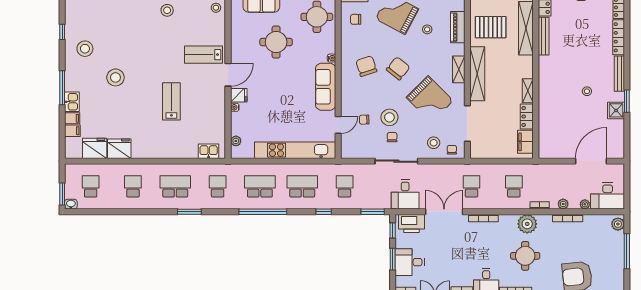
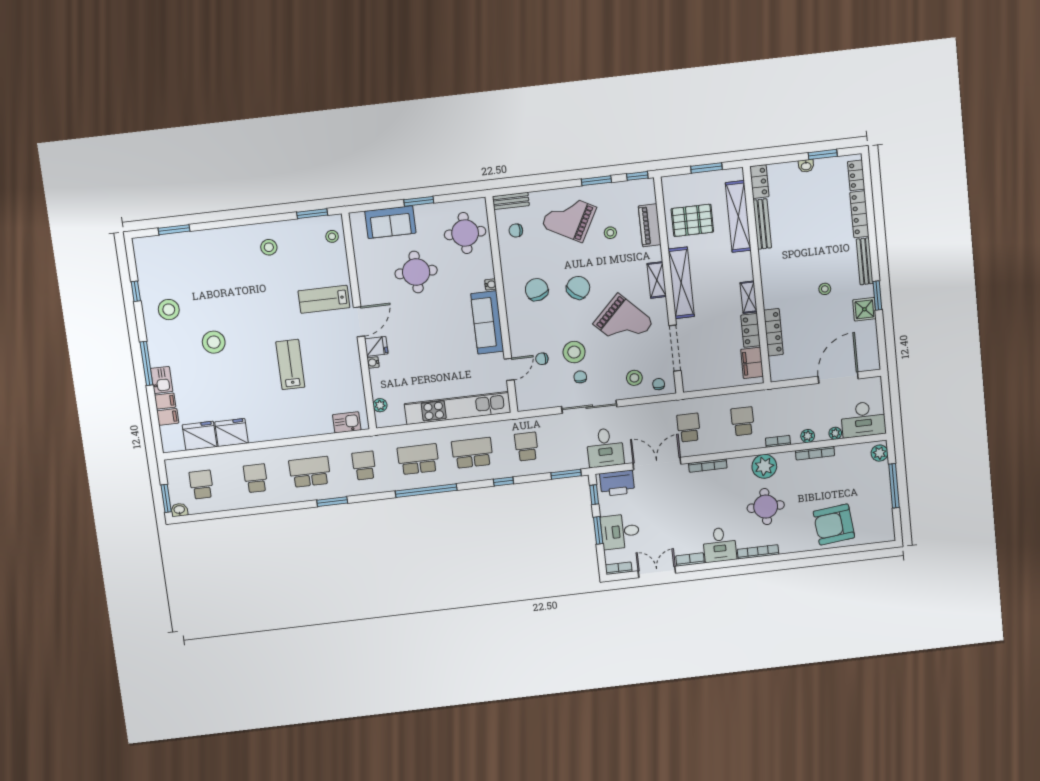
locker: (544, 120) -> (773, 332), added

